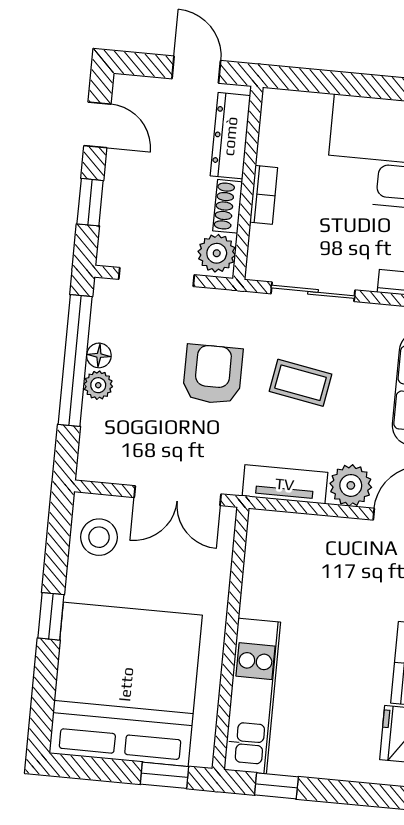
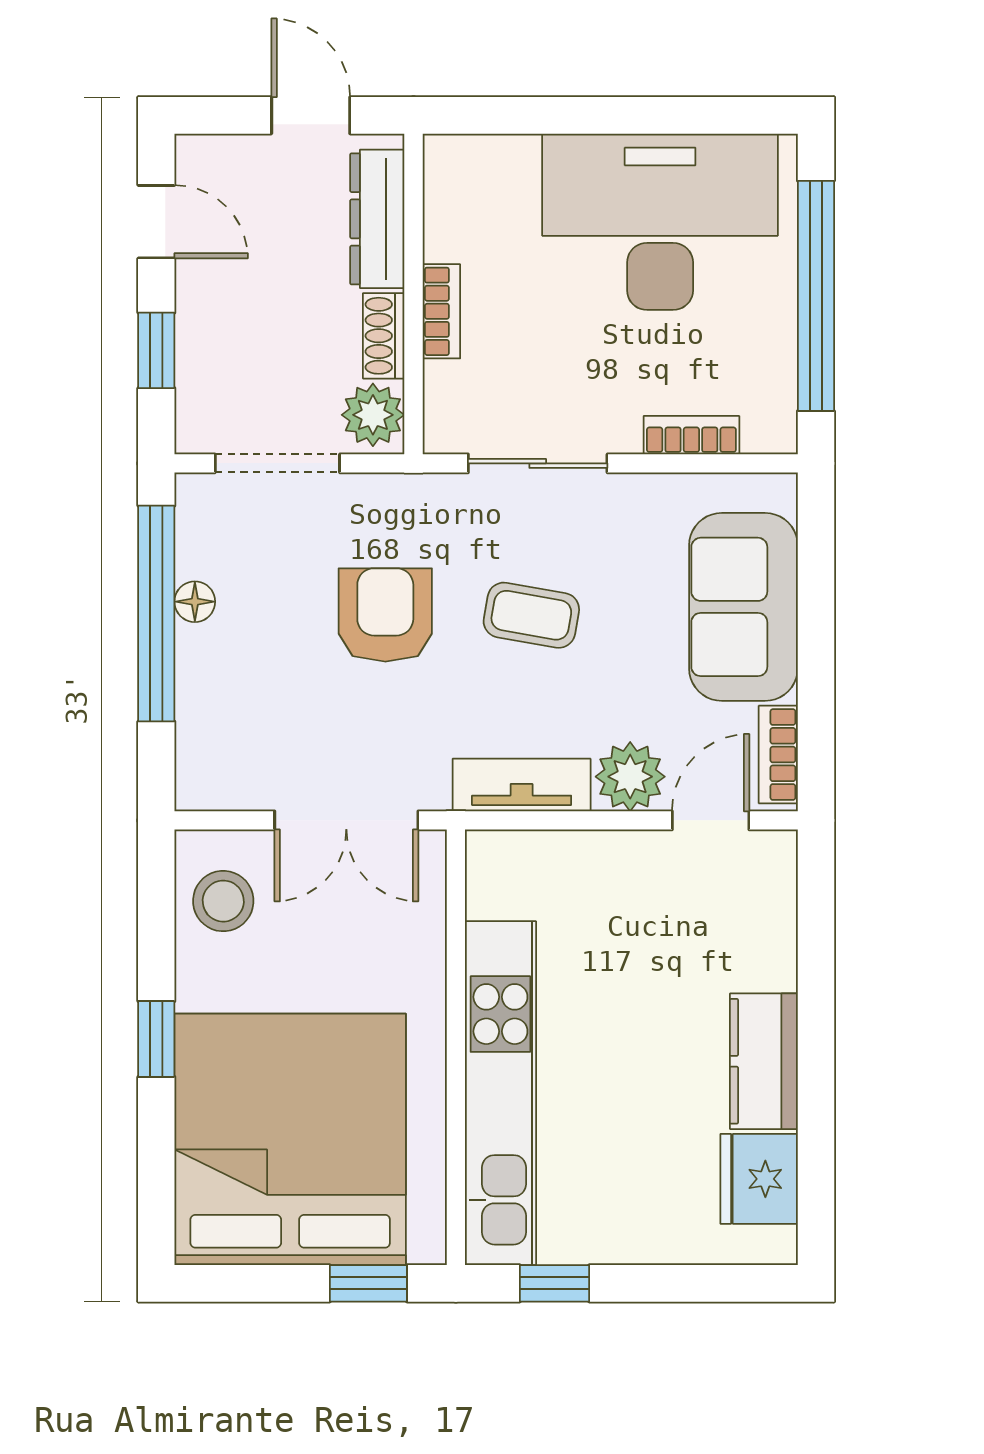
plant: (98, 385) -> (198, 651), removed
kitchen unit: (252, 696) -> (500, 1093), width x1.36

